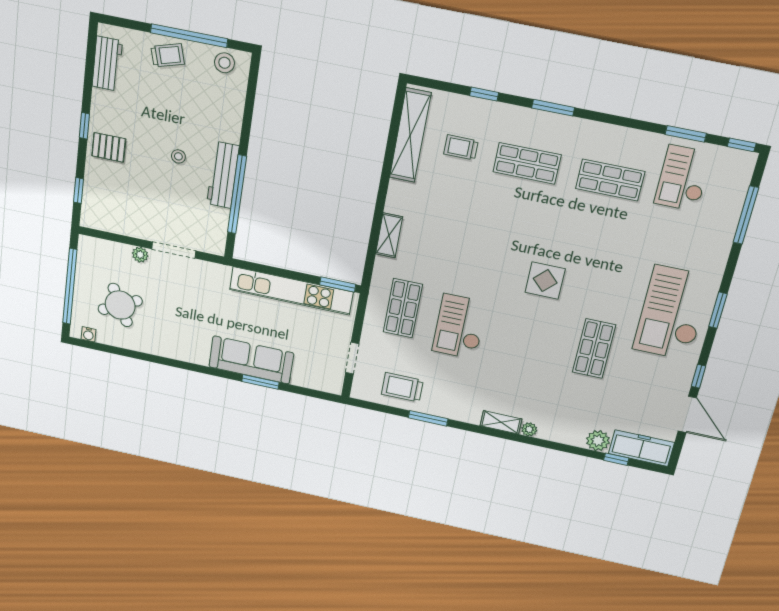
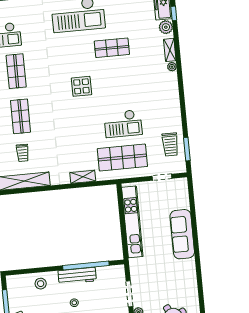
stool: (224, 63) -> (41, 284), moved
window: (338, 284) -> (120, 197), removed
shop shelf: (403, 308) -> (122, 158), width x1.43, depth x1.36
window: (260, 382) -> (194, 226), removed
window: (428, 418) -> (187, 149), moved
shelving: (501, 422) -> (170, 50), moved

